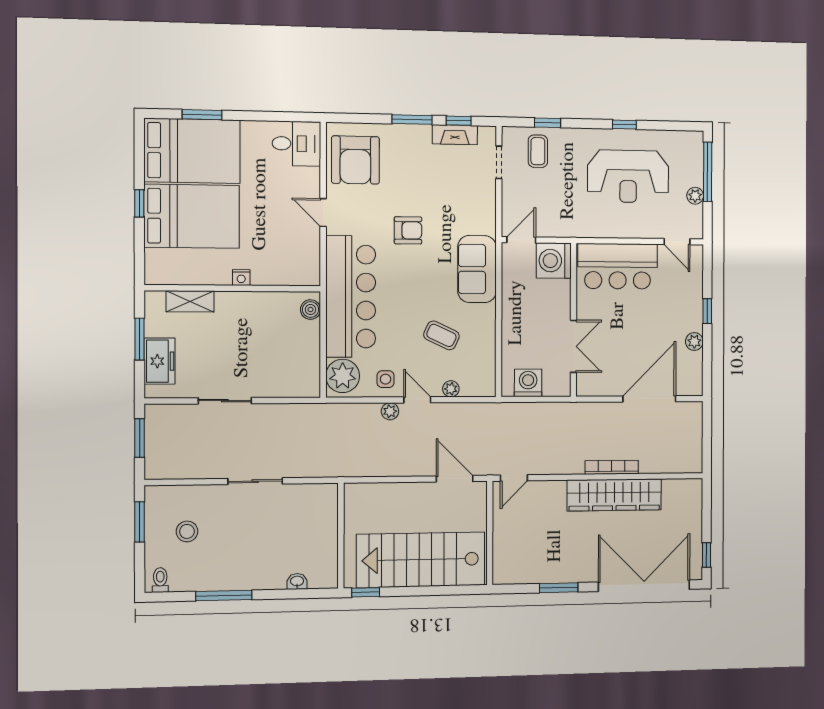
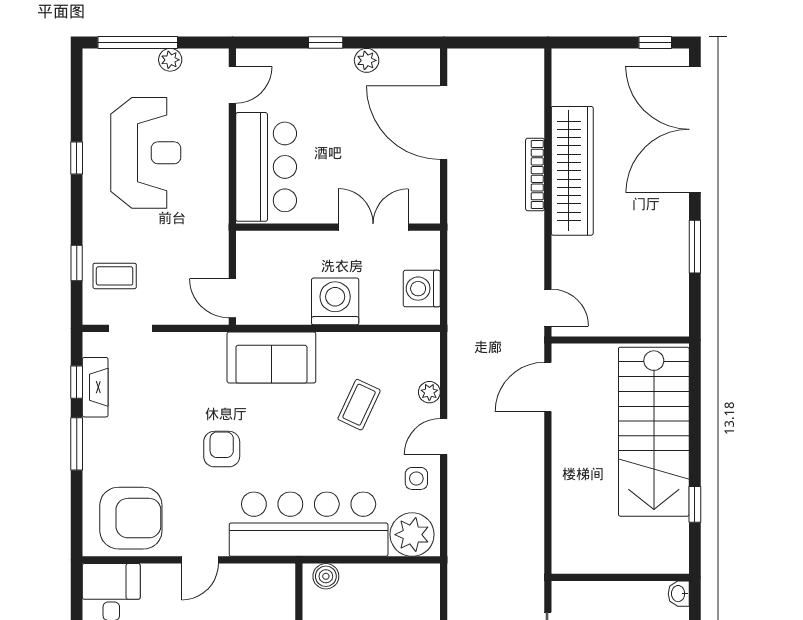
washing machine: (554, 261) -> (335, 301), moved, turned 180
plant: (390, 411) -> (458, 473), removed
wall: (341, 536) -> (620, 577), moved

